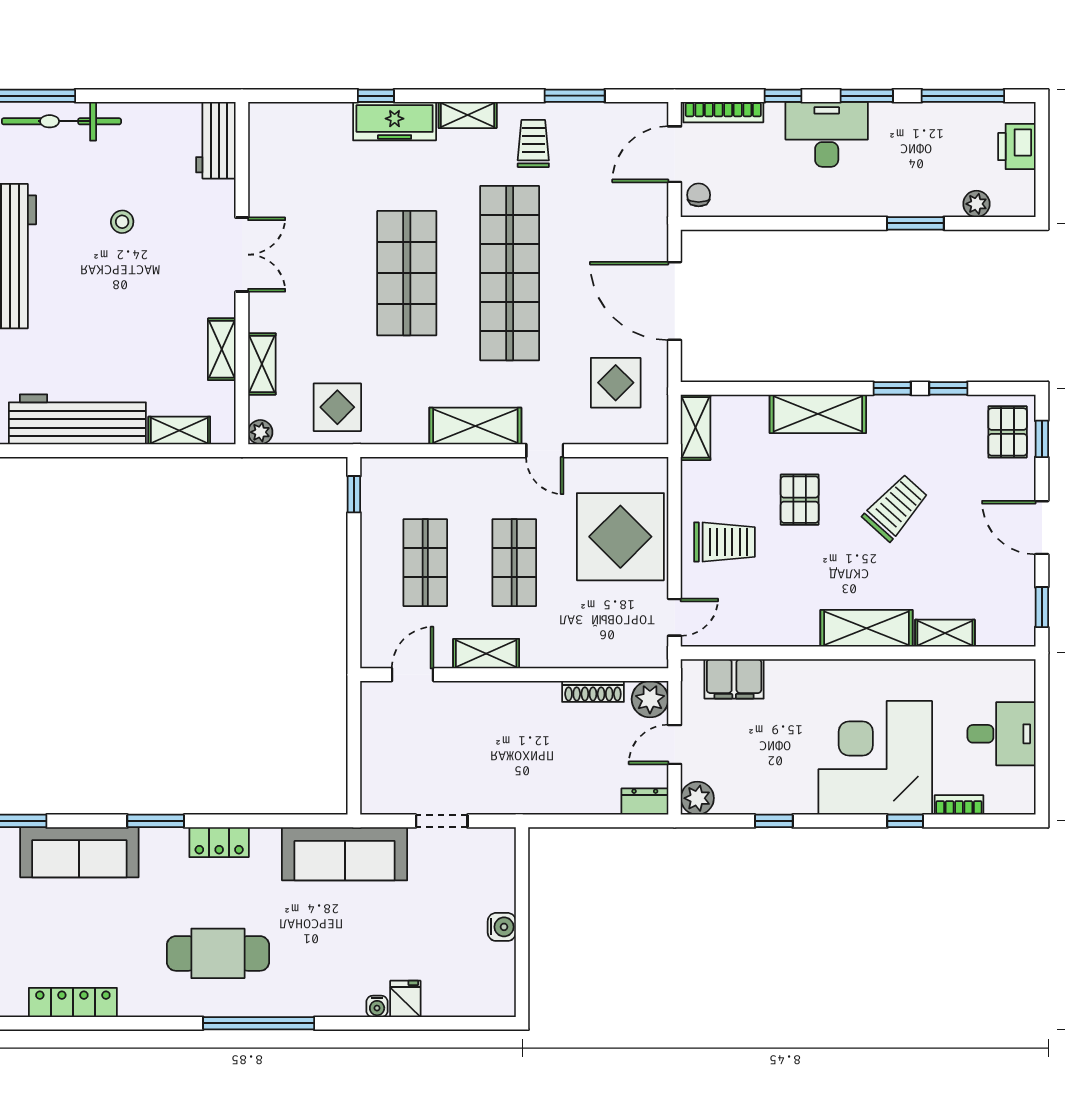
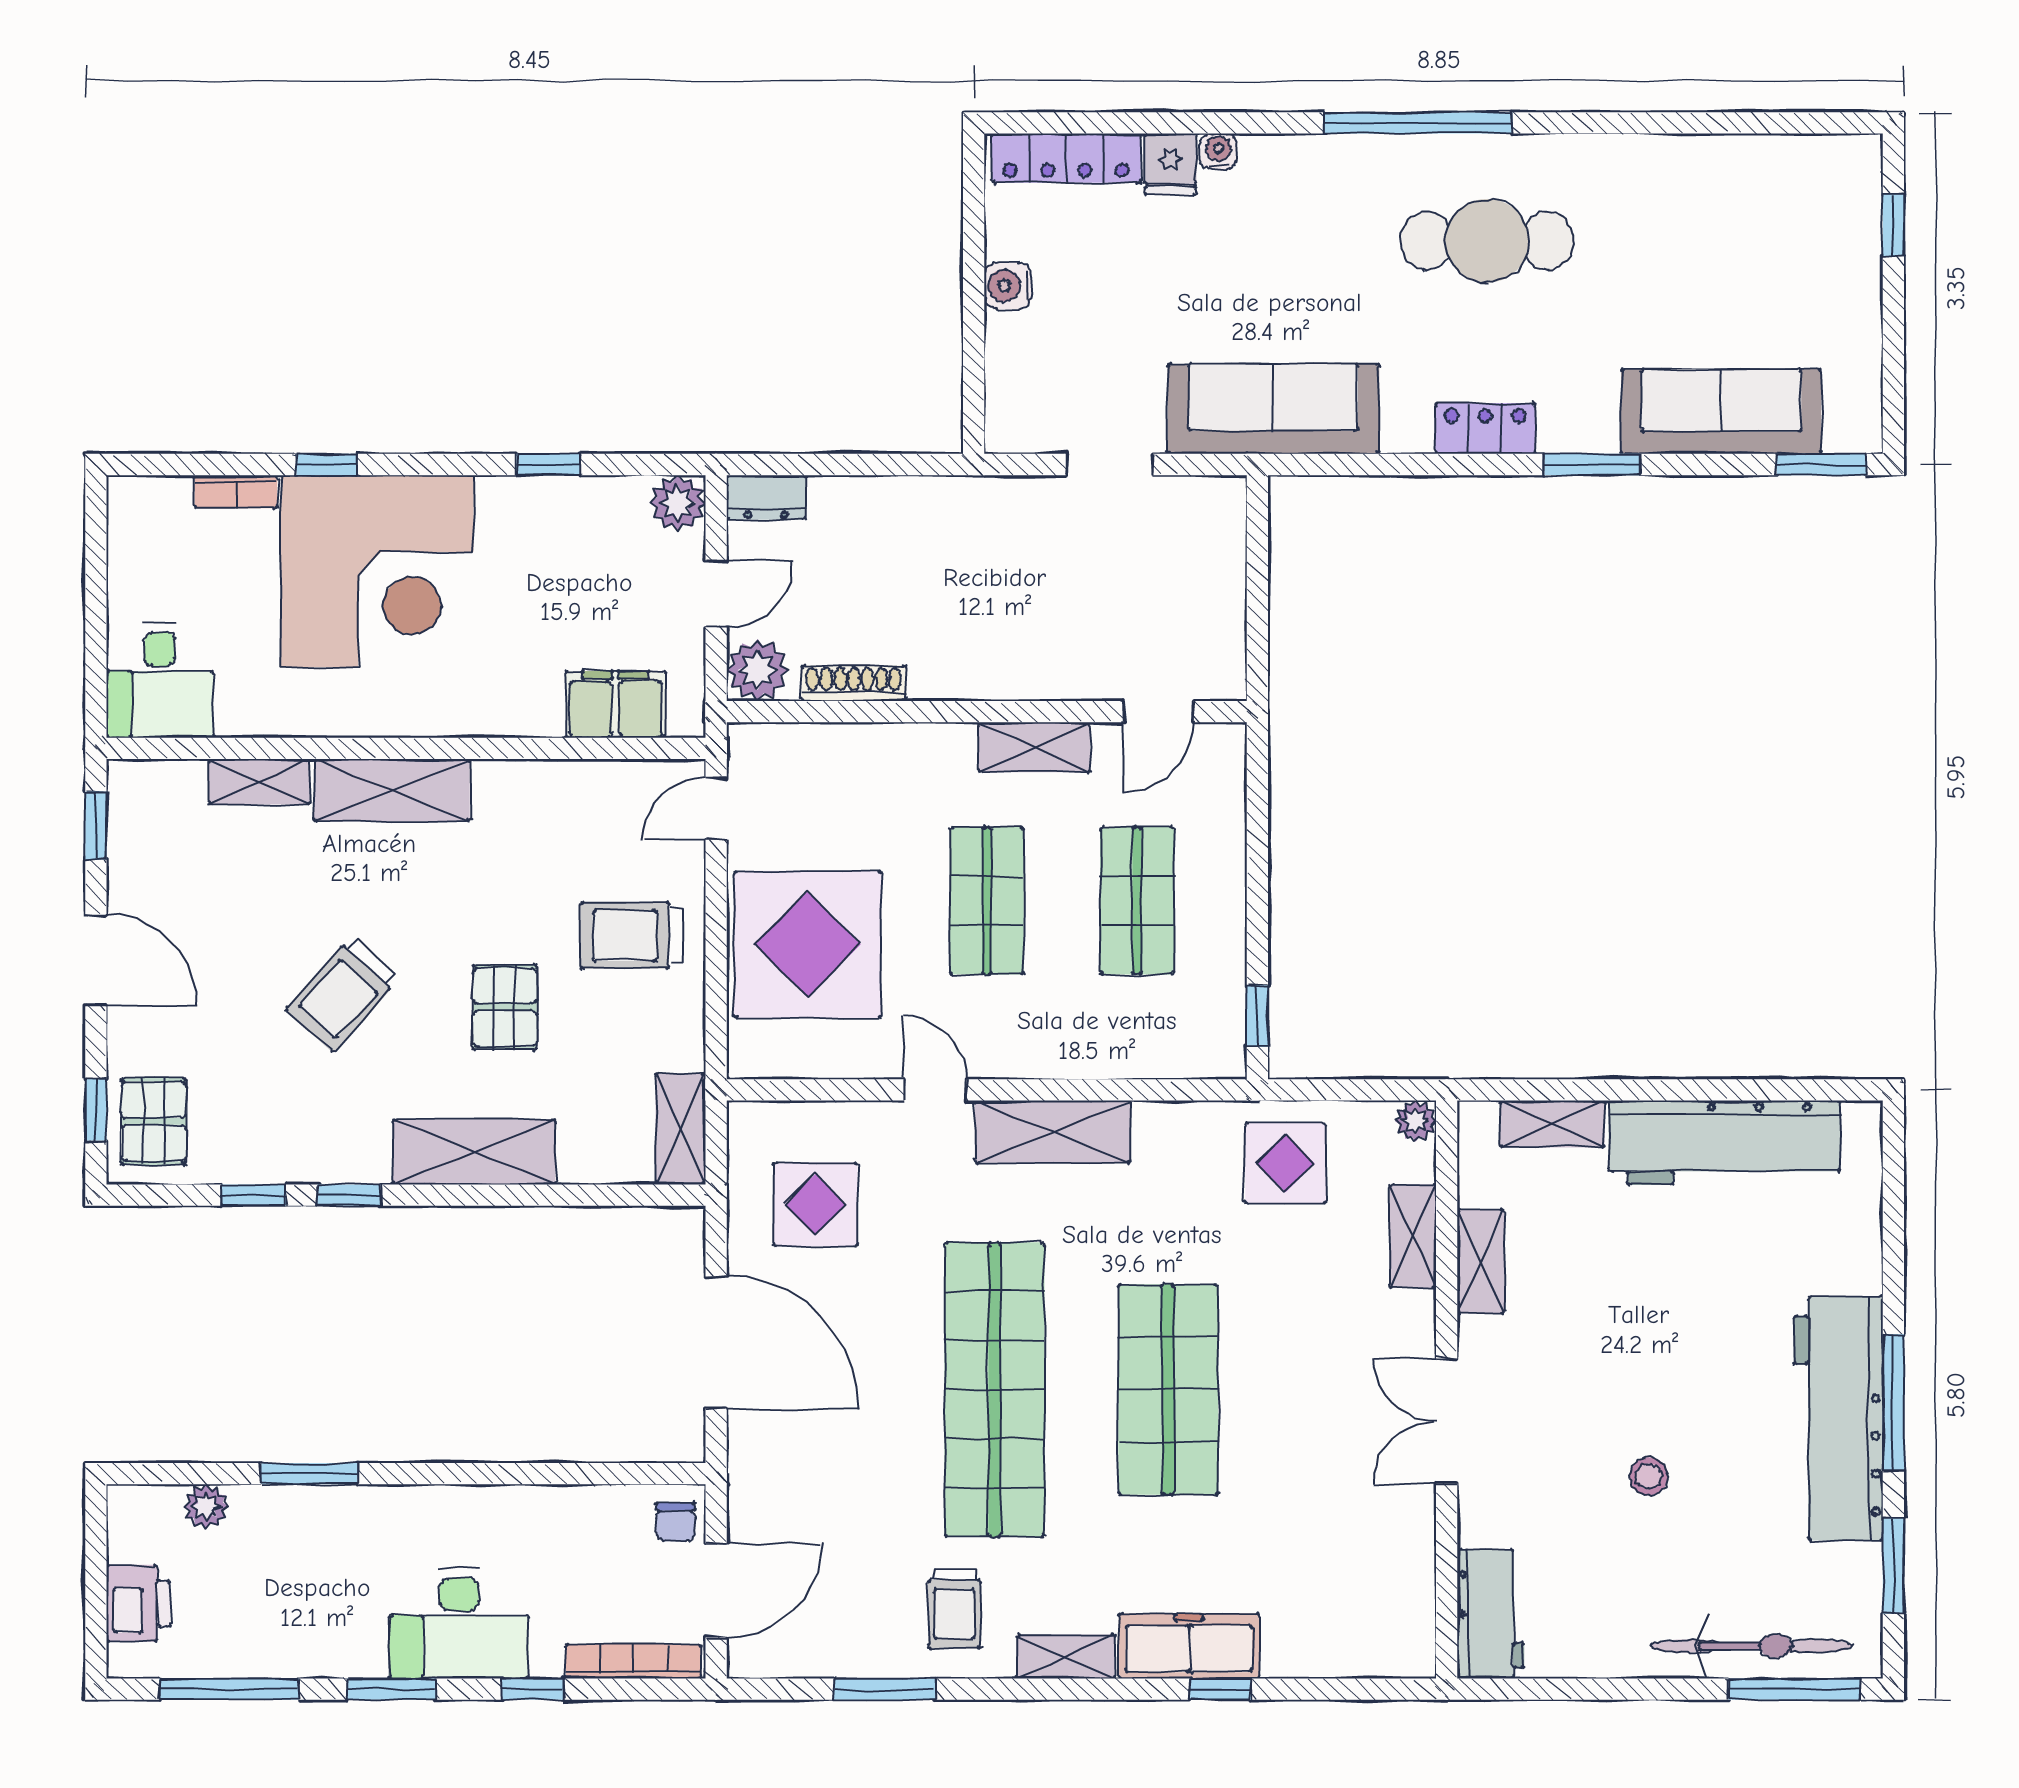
desk: (1002, 734) -> (160, 680), moved, turned -90
locker: (73, 1002) -> (1066, 158), moved

